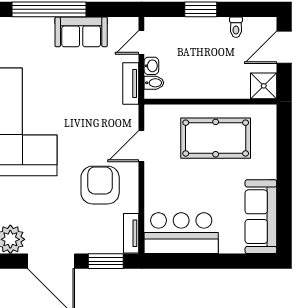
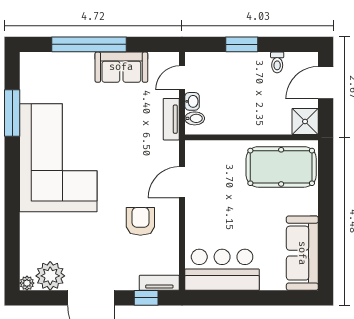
pool table: (216, 138) -> (281, 167), moved
armchair: (100, 185) -> (140, 221), width x0.73, depth x0.73
tv unit: (131, 233) -> (159, 283), moved, turned 90
window: (106, 261) -> (146, 298), width x0.67

